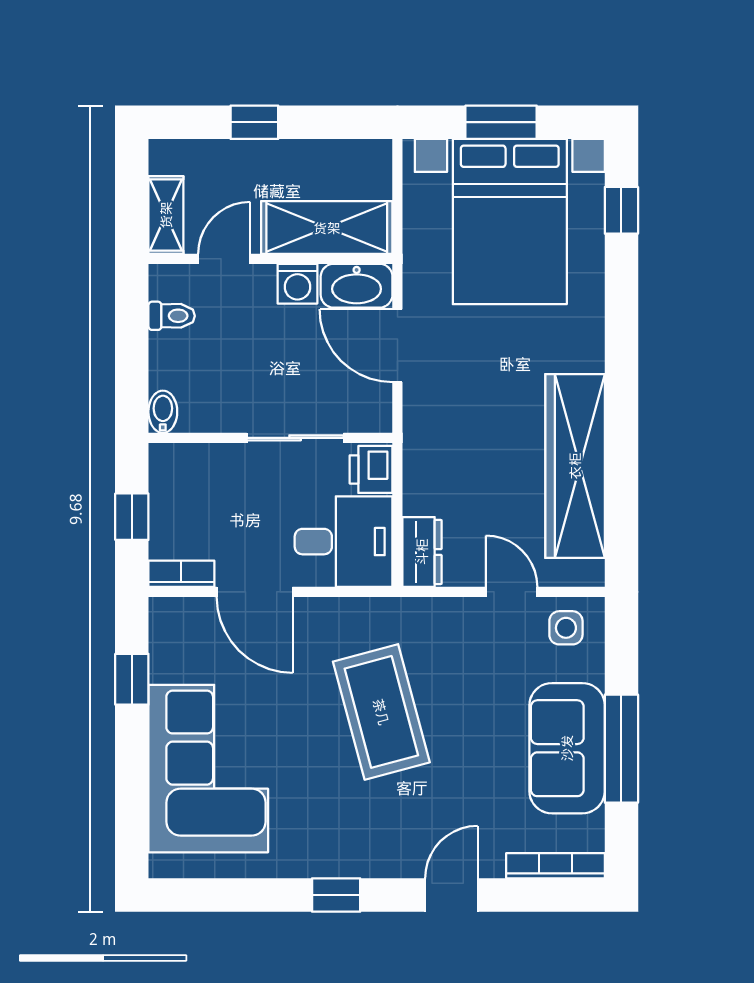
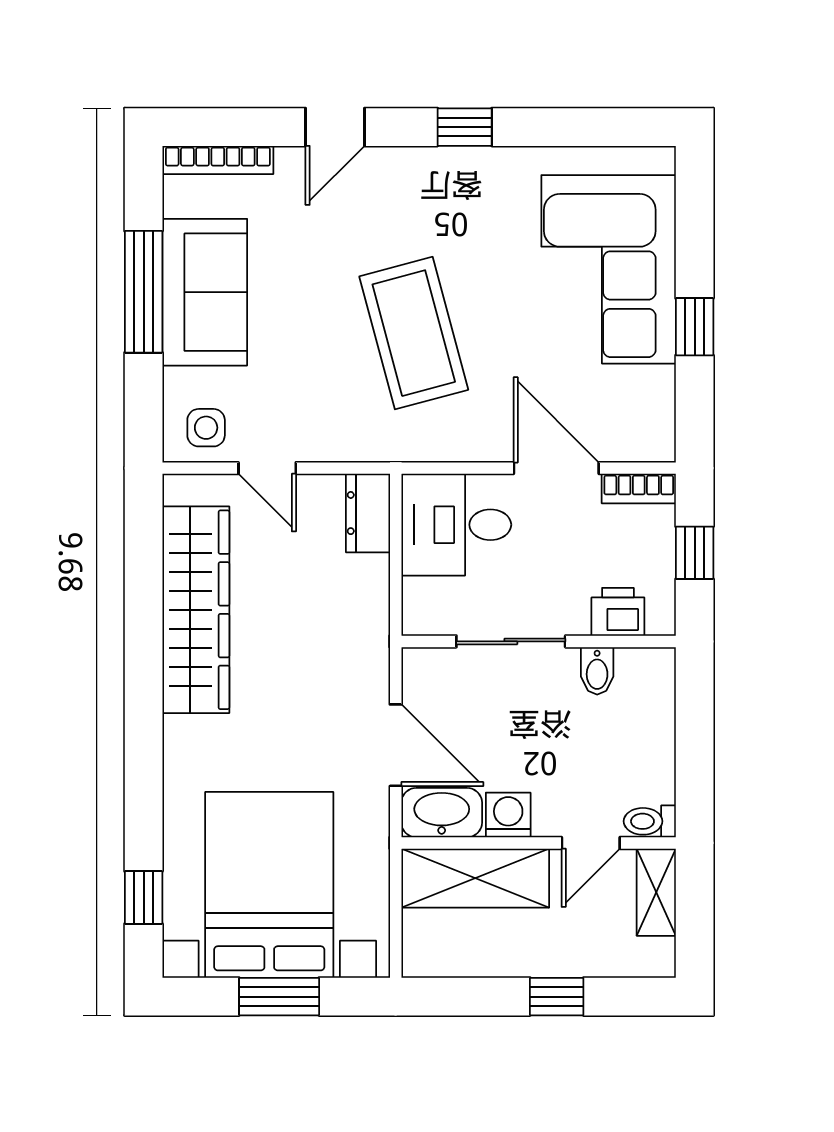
toilet: (172, 316) -> (650, 821), moved
bidet: (163, 412) -> (597, 671), moved
printer: (371, 469) -> (618, 612), moved, turned -90
window: (132, 679) -> (695, 327), moved

